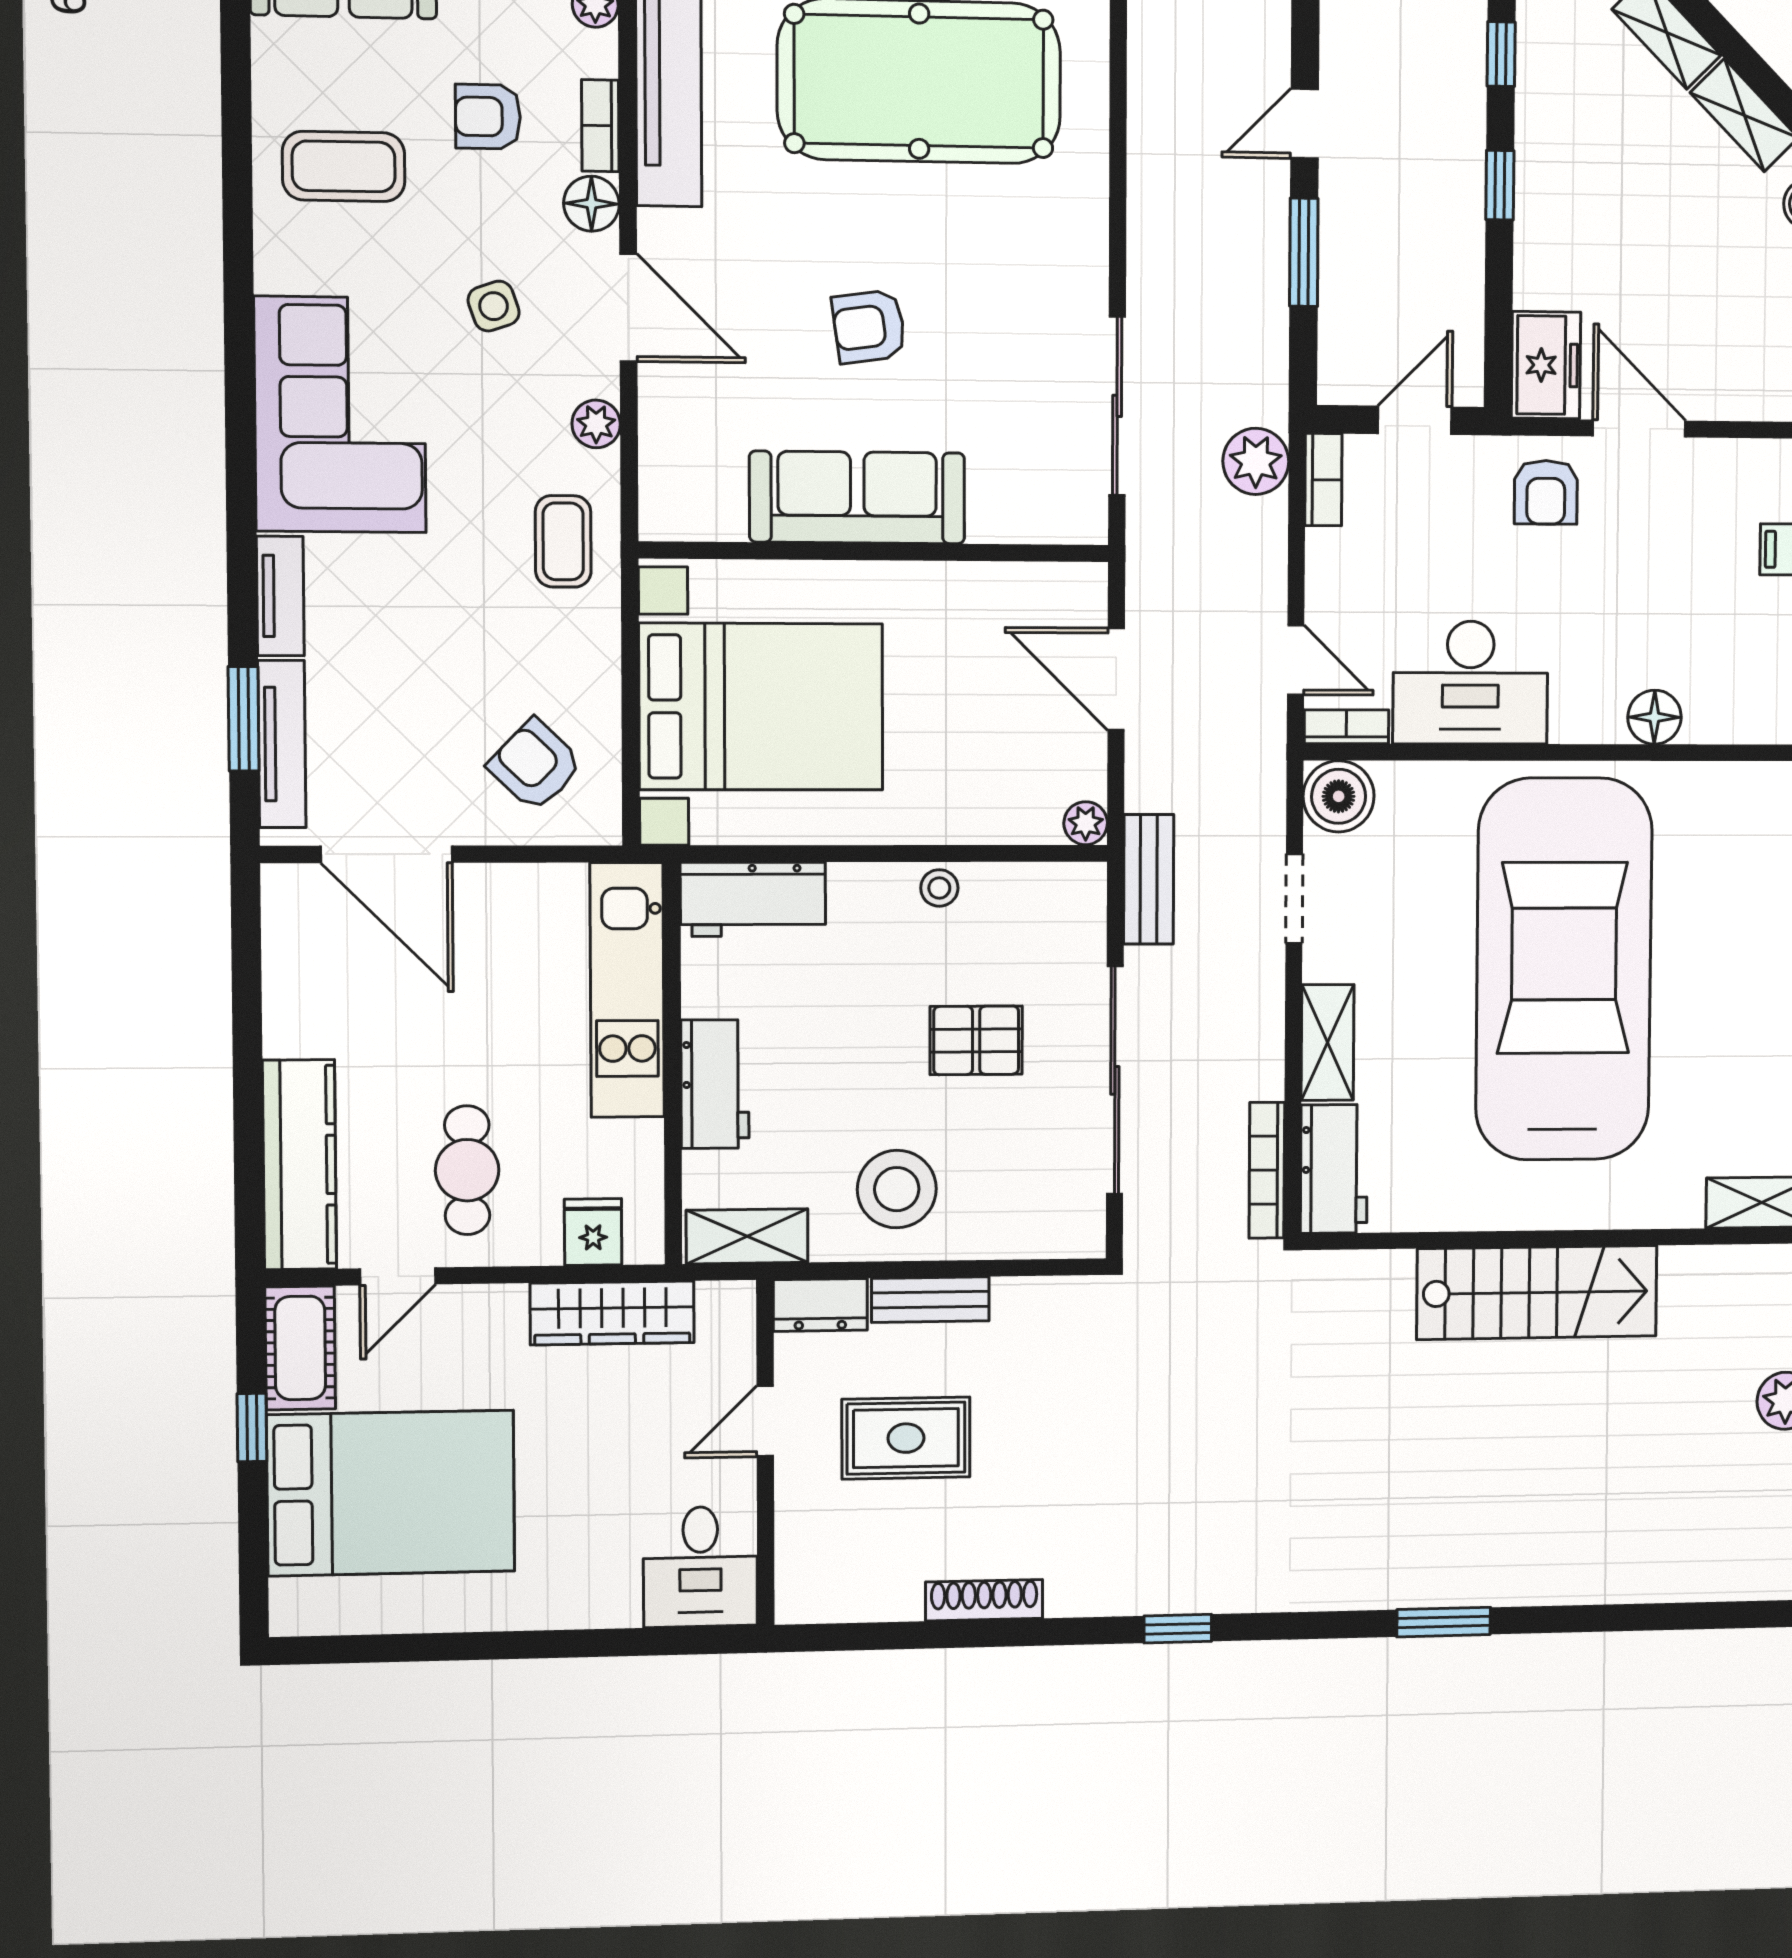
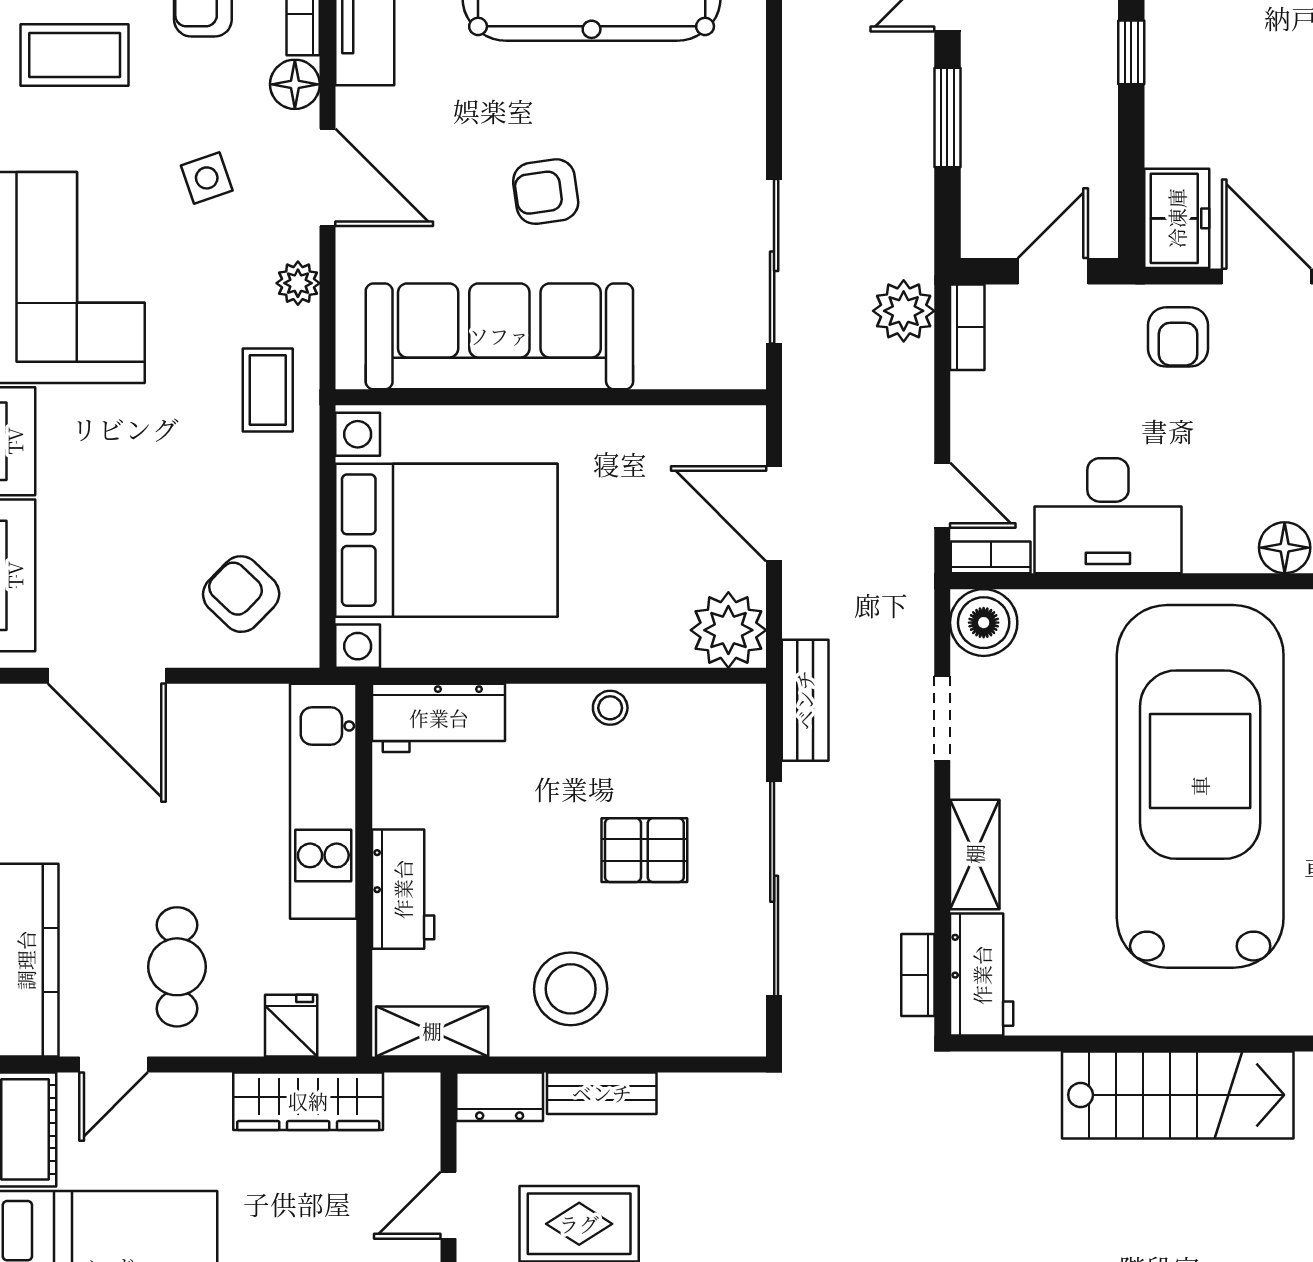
sofa: (857, 497) -> (499, 336), width x1.36, depth x1.27
plant: (1086, 823) -> (728, 630), width x1.88, depth x1.88
bookcase: (1267, 1170) -> (918, 975), width x0.64

